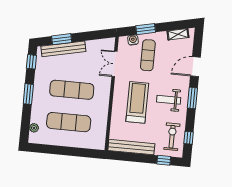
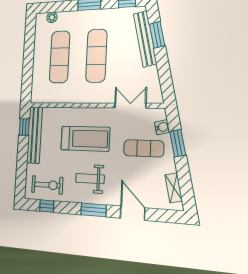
weight bench: (169, 100) -> (90, 179), turned -90
window: (164, 160) -> (24, 127), moved

